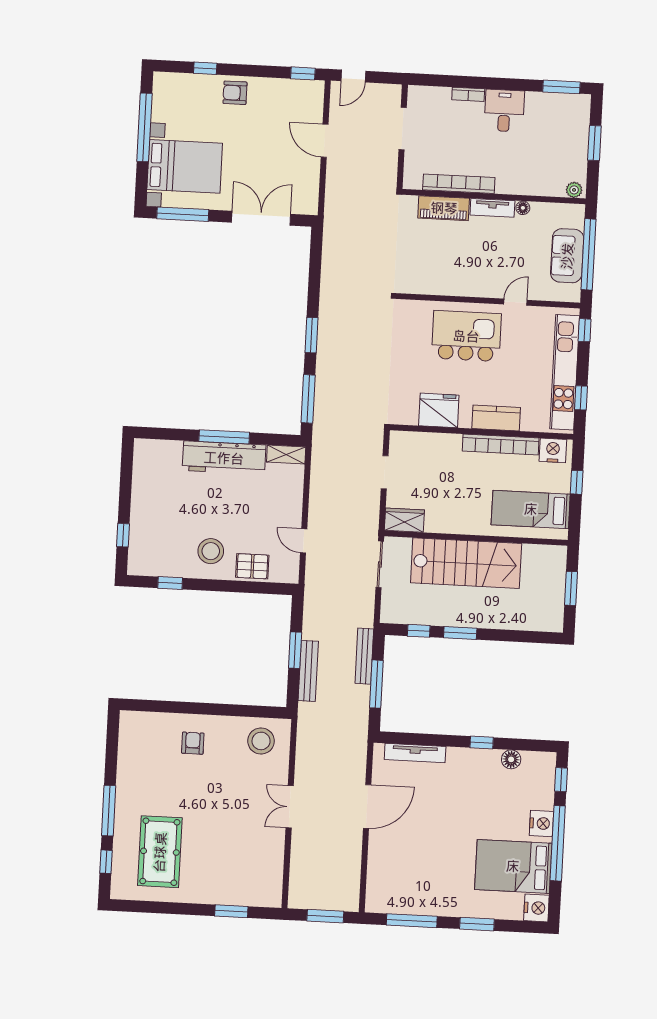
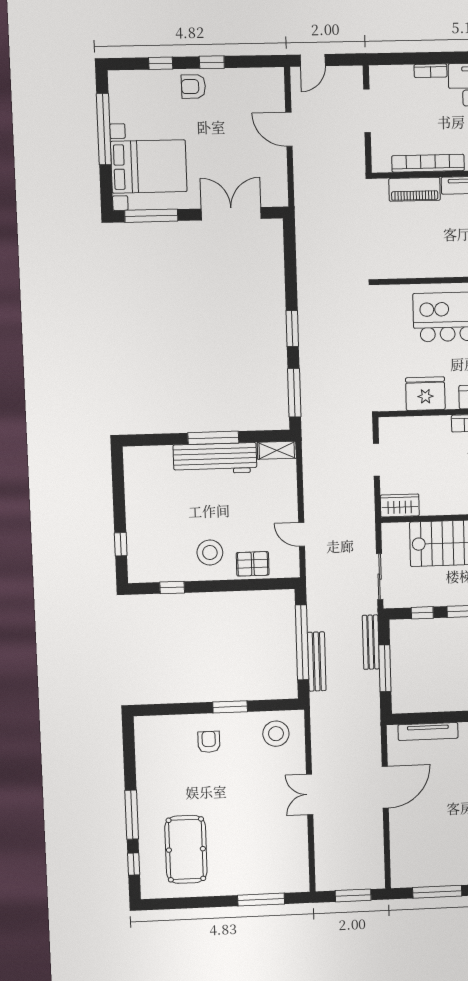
window: (303, 73) -> (212, 62), moved
sliding door: (380, 564) -> (380, 577), moved
window: (295, 650) -> (302, 642), width x2.11
window: (217, 709) -> (230, 707), added
window: (231, 911) -> (261, 900), width x1.44

